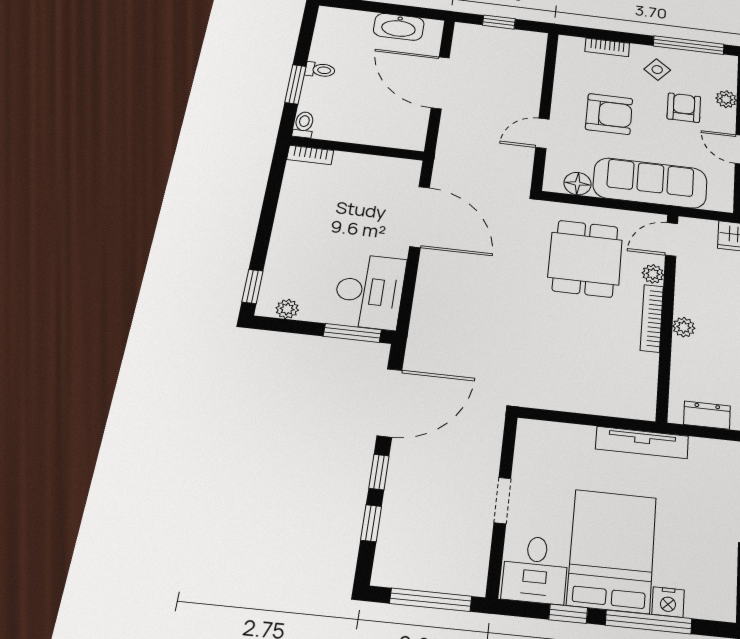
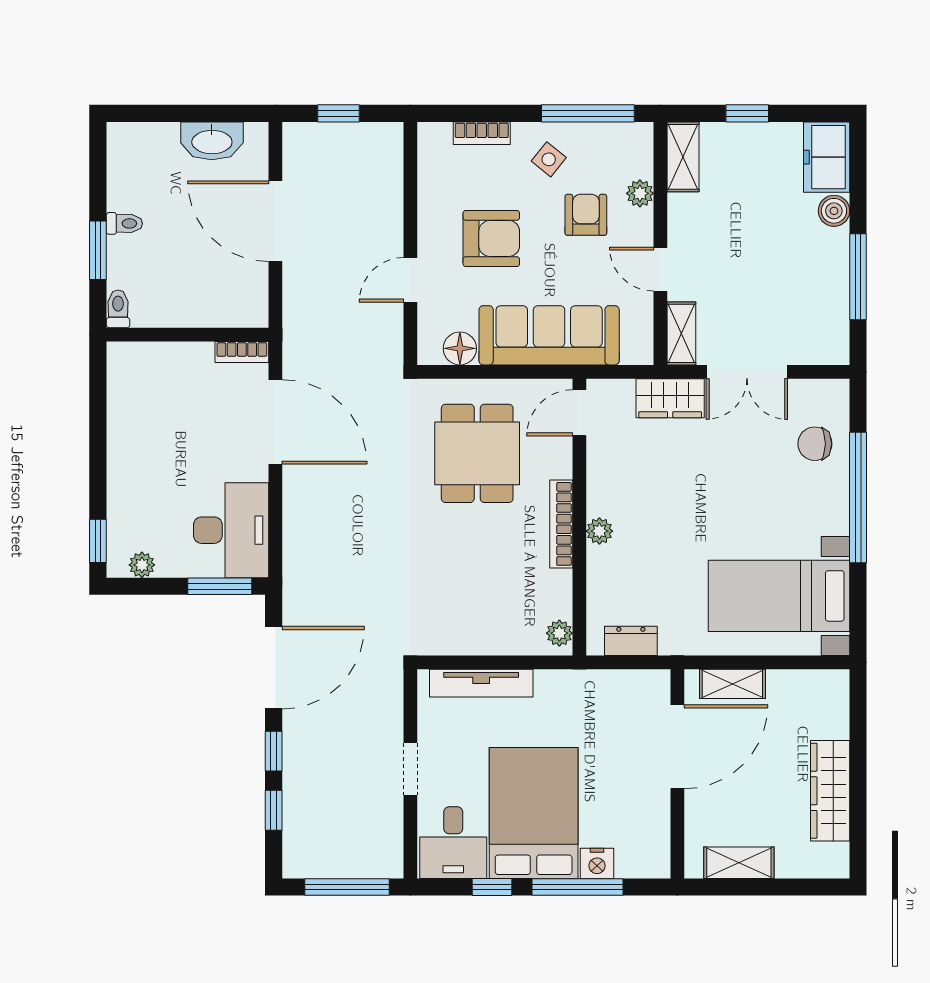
bookcase: (310, 155) -> (242, 352), moved
plant: (653, 274) -> (559, 633), moved
tv unit: (642, 443) -> (481, 683), moved

